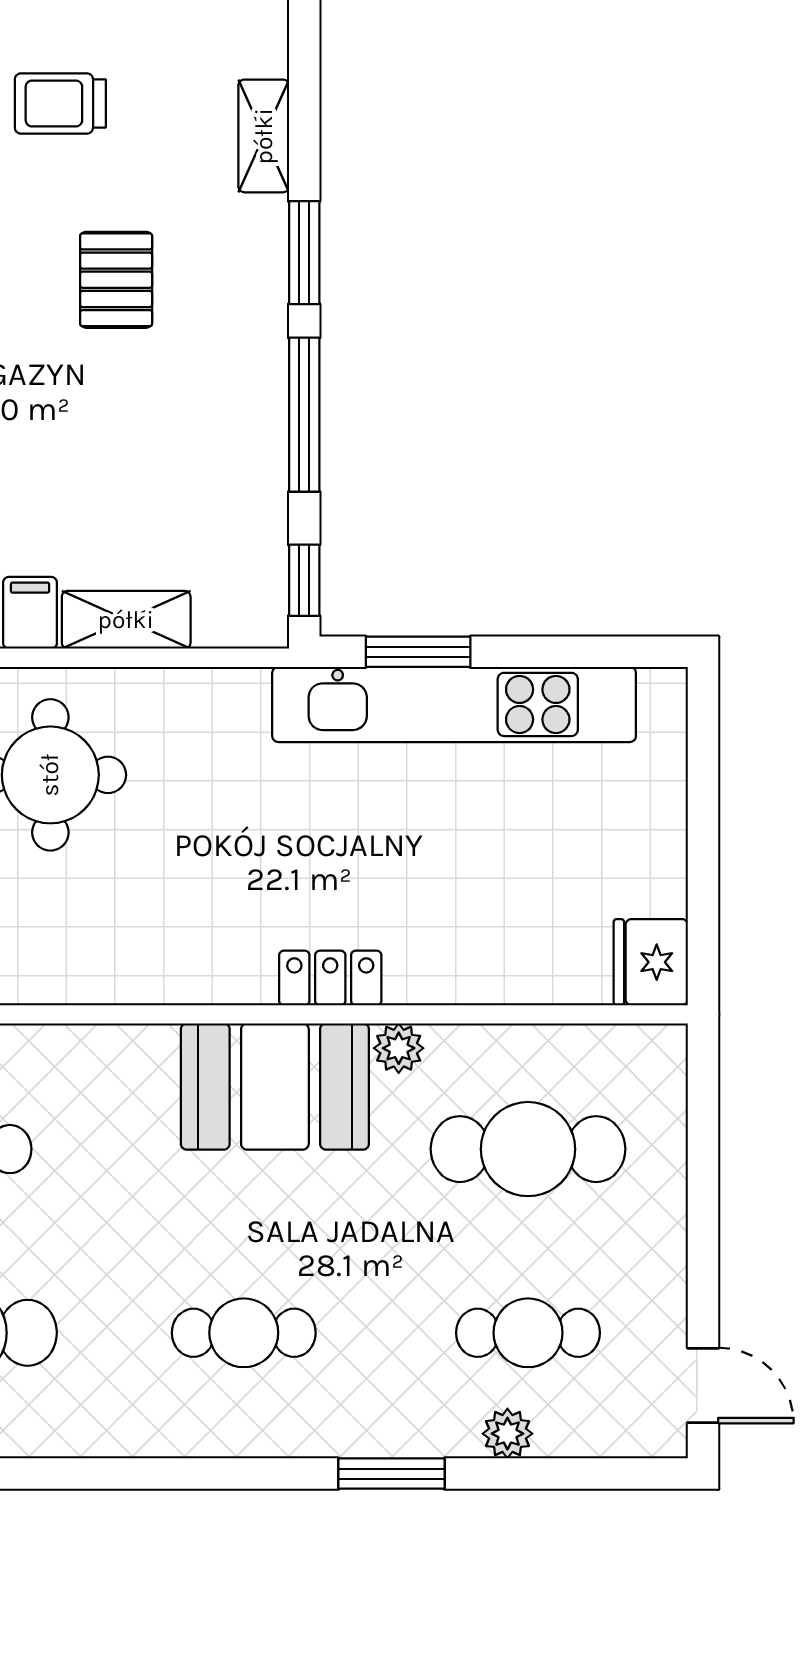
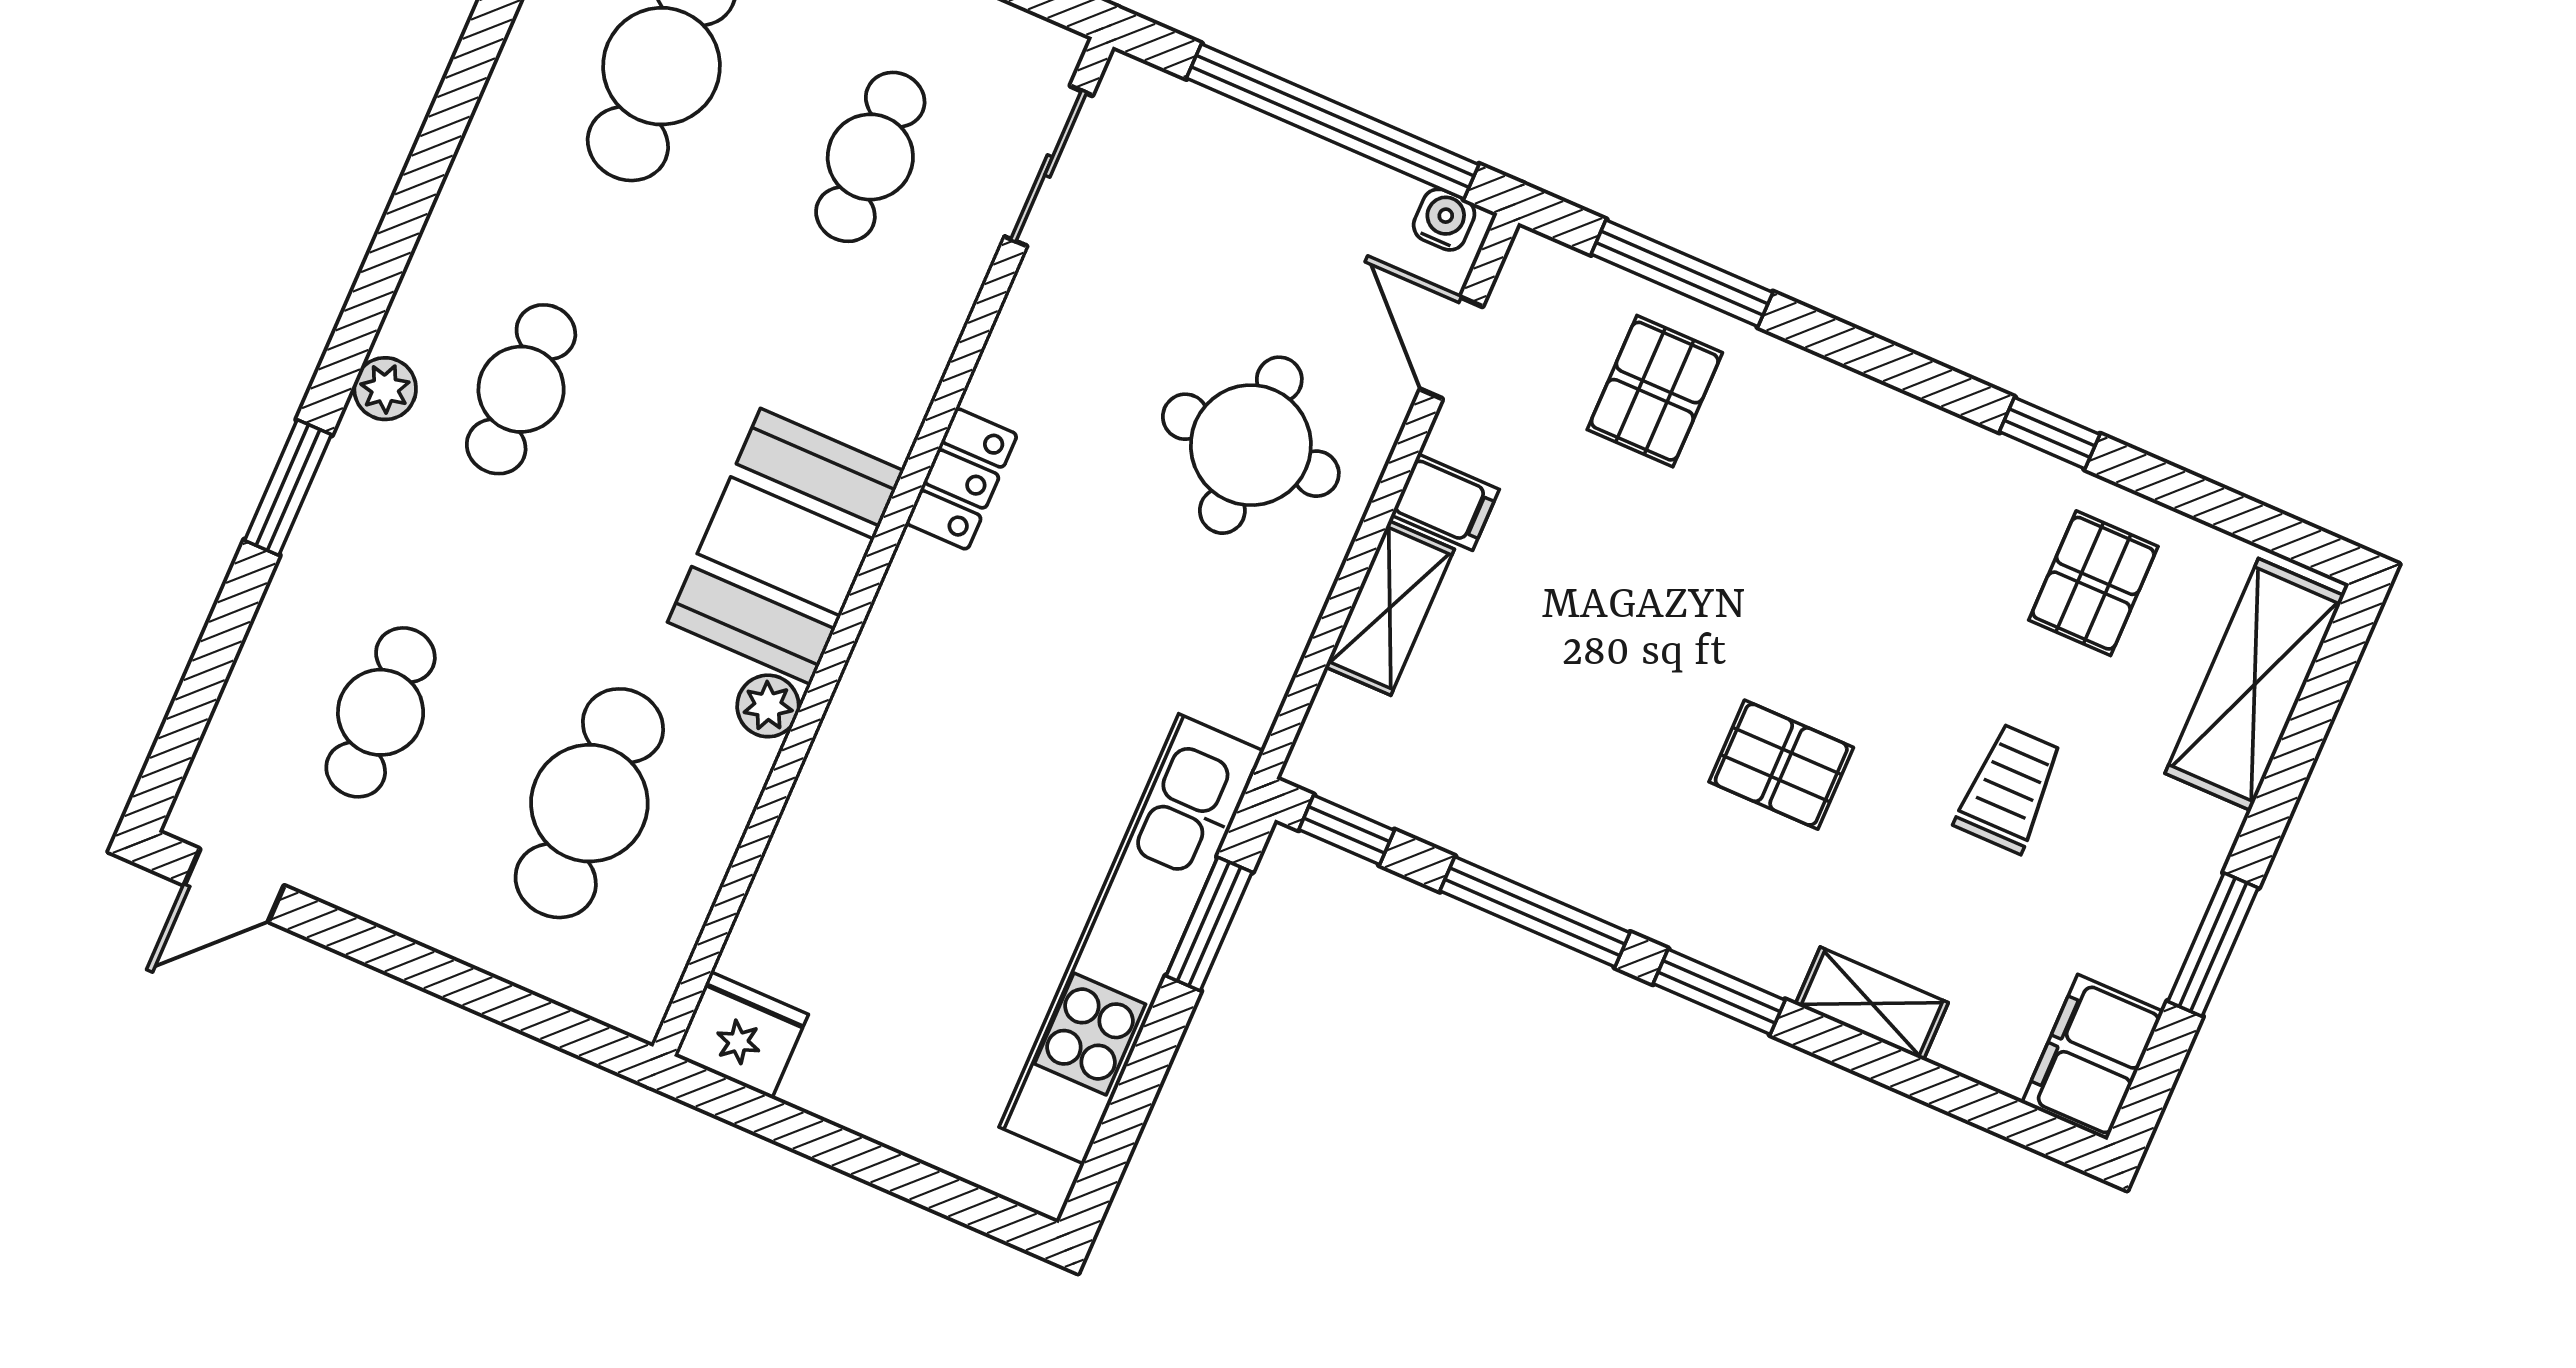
locker: (330, 978) -> (962, 479), moved
plant: (507, 1434) -> (385, 389), moved

